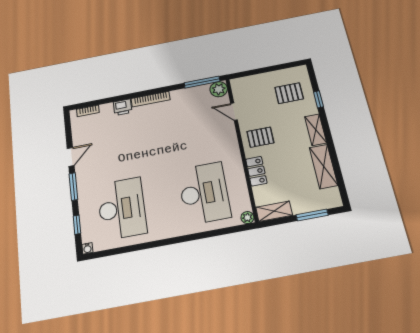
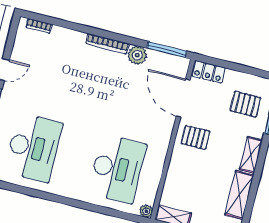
plant: (219, 89) -> (137, 55), moved
printer: (123, 107) -> (76, 39), removed
door: (234, 112) -> (183, 98), width x1.88
locker: (256, 171) -> (208, 72), moved, turned 90

